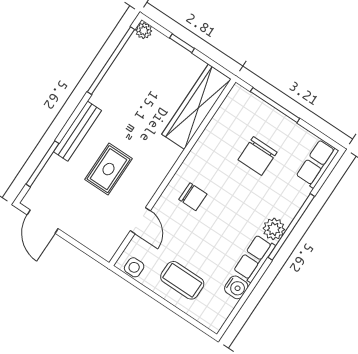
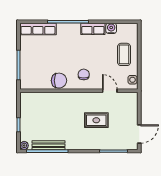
wardrobe: (197, 107) -> (42, 99), removed
bench: (78, 131) -> (49, 145), moved
chair: (257, 156) -> (59, 81), moved
row of seats: (317, 164) -> (38, 29), width x1.48
door: (140, 221) -> (110, 91), hinge flipped
plant: (274, 229) -> (74, 29), removed

